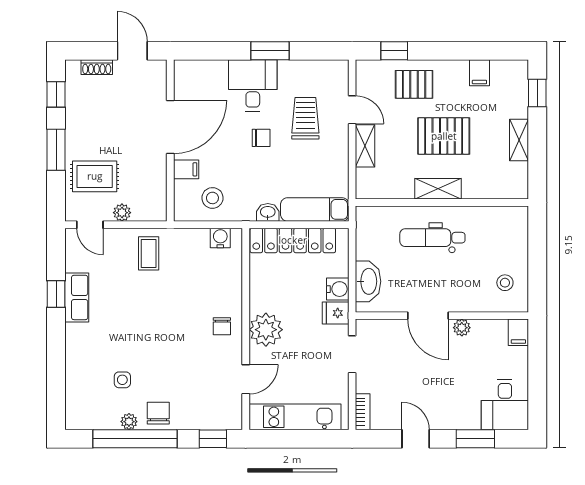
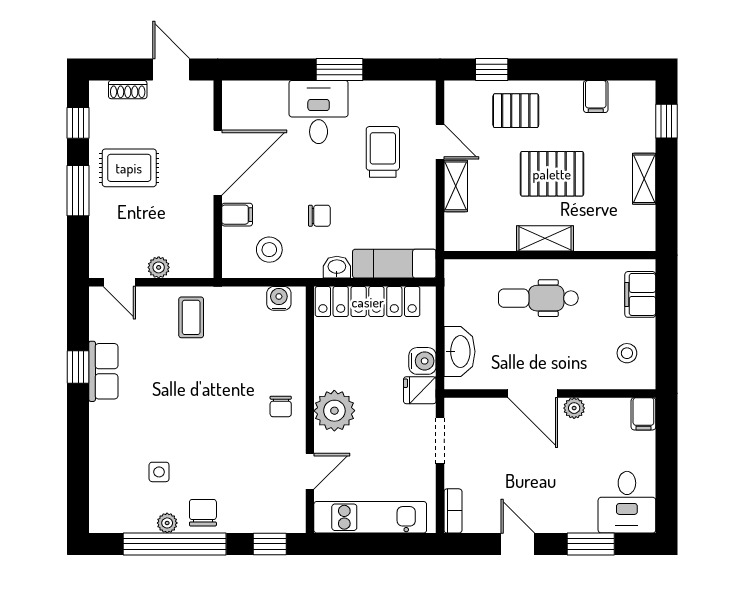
chair: (261, 138) -> (319, 216), moved
rug: (95, 176) -> (129, 168), moved
filing cabinet: (516, 235) -> (640, 294), added

